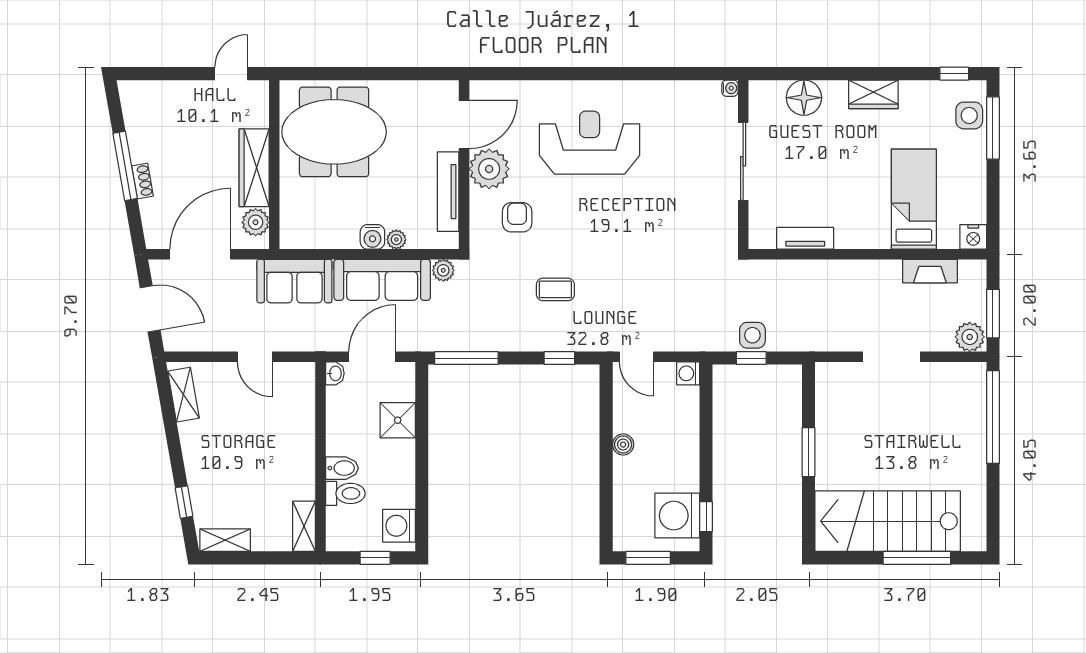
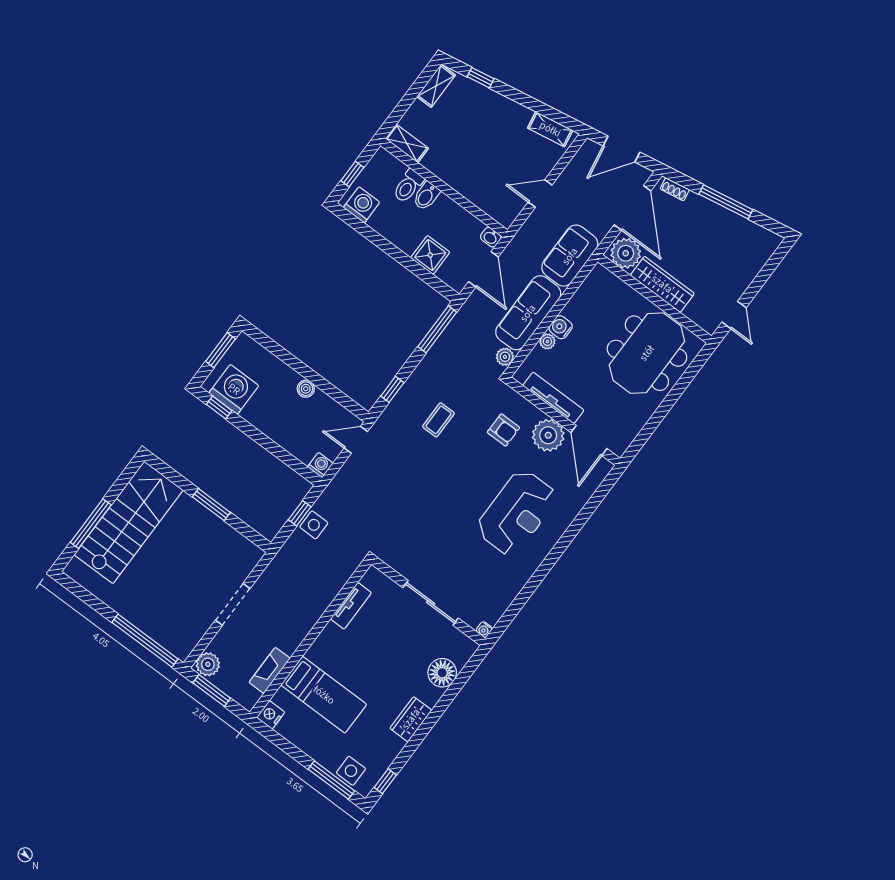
shoe rack: (142, 181) -> (675, 189), moved
plant: (256, 222) -> (626, 253), width x1.36, depth x1.36

